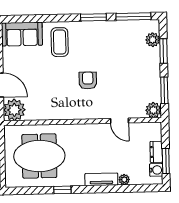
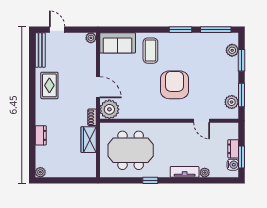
armchair: (88, 80) -> (174, 85), width x1.88, depth x1.88
plant: (153, 110) -> (232, 102), moved

